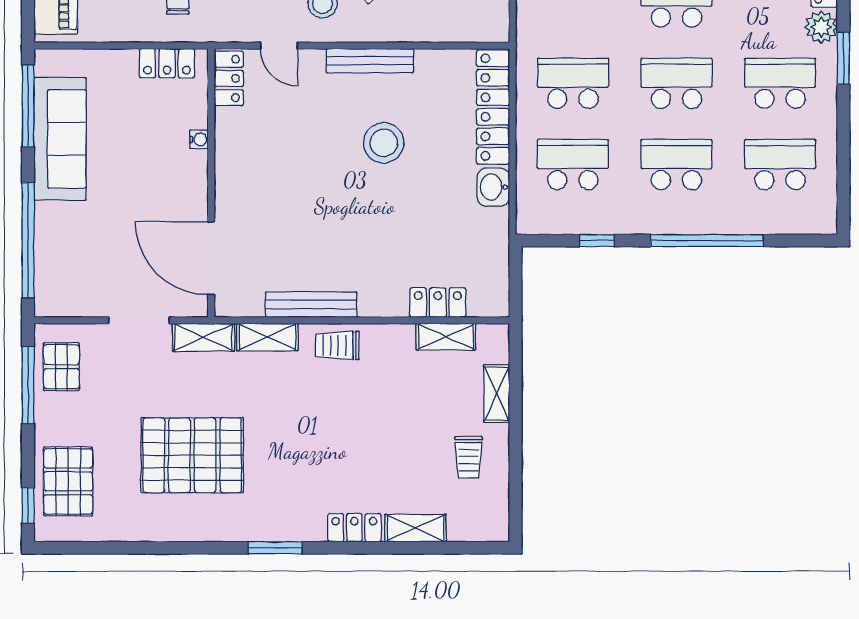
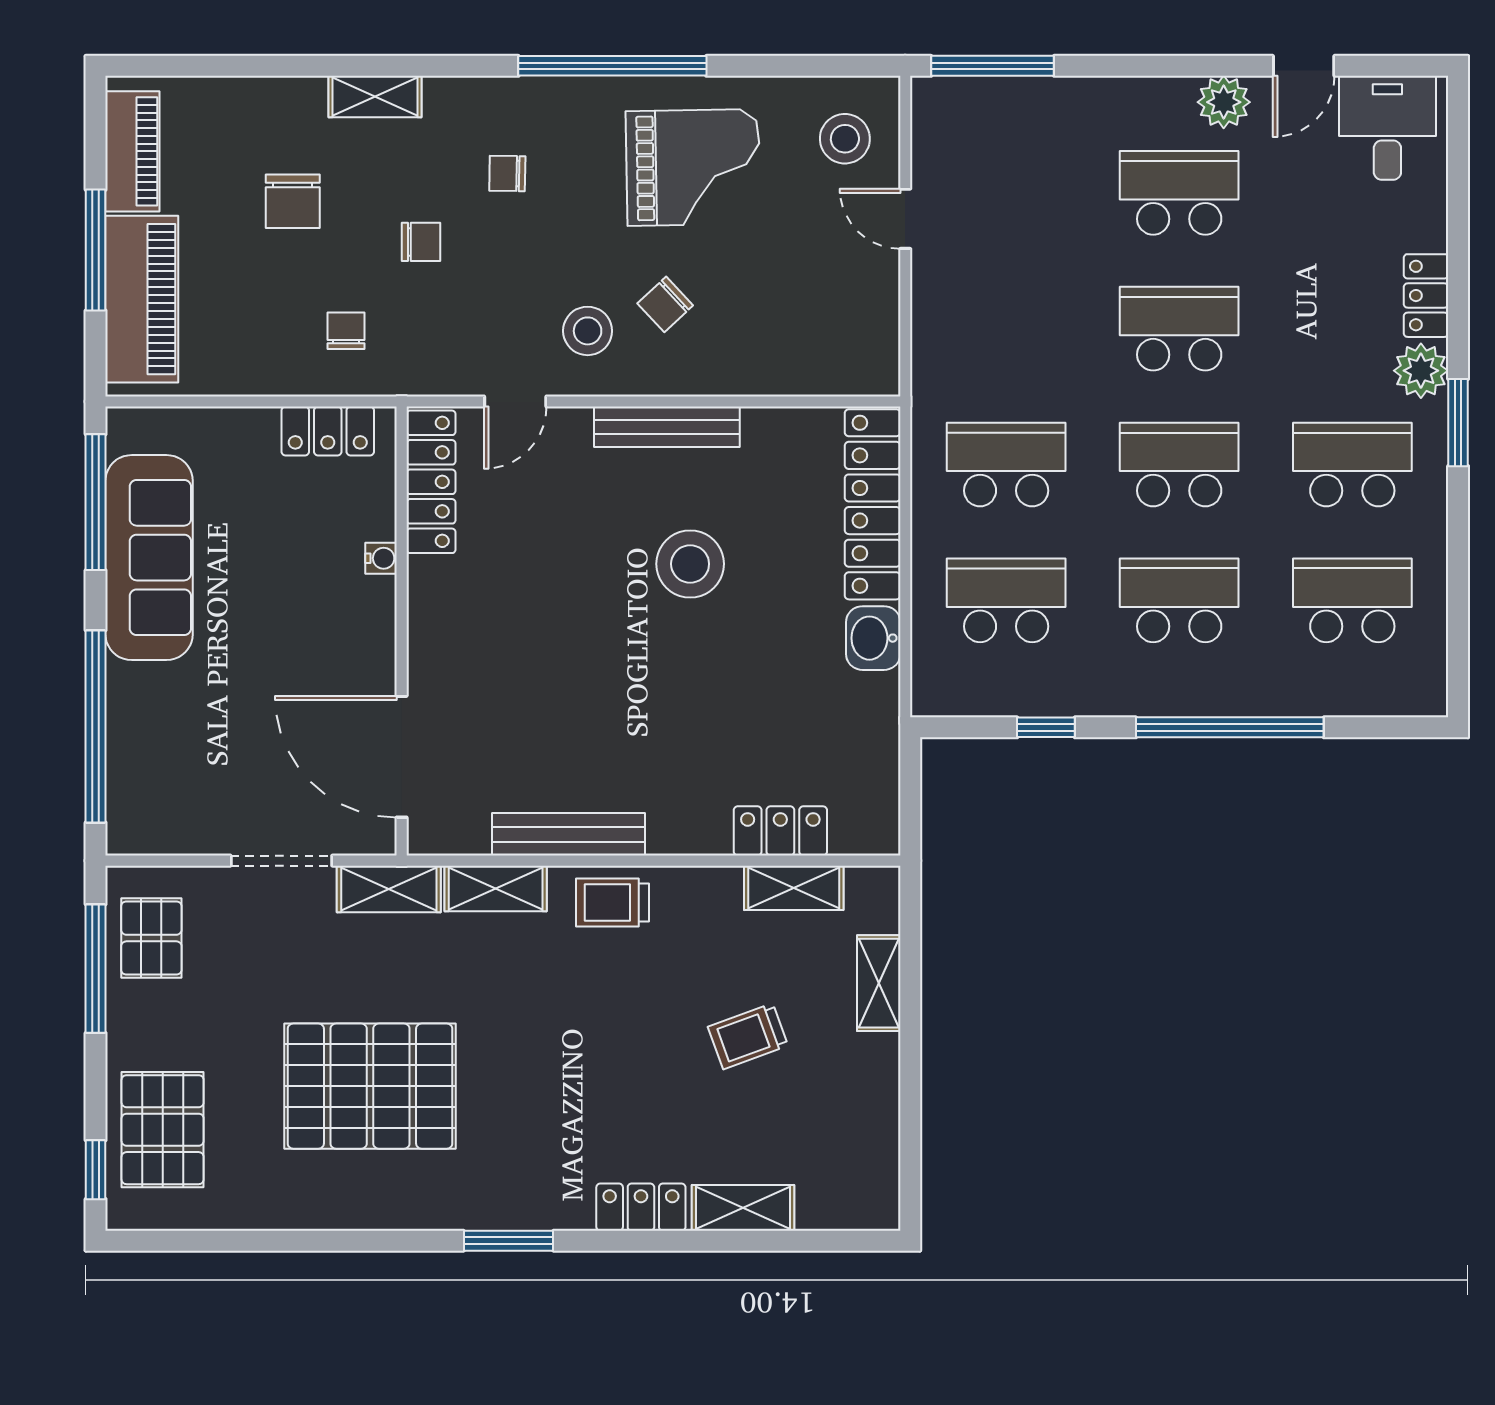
door: (279, 46) -> (515, 402), hinge flipped
locker: (229, 78) -> (431, 482), width x1.53
trolley: (469, 457) -> (748, 1036), moved, turned 70

